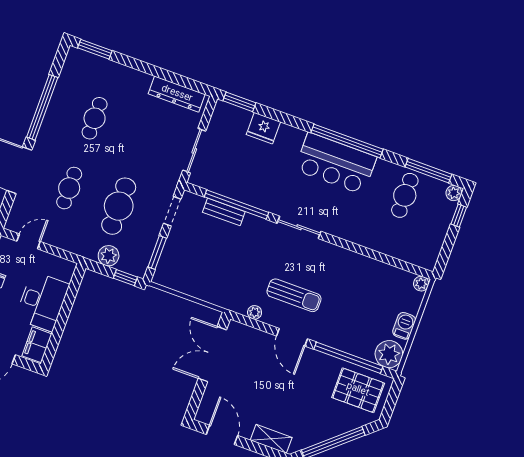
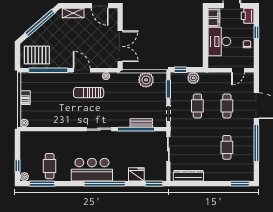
window: (347, 141) -> (105, 184), moved
cafe table: (119, 206) -> (197, 106), width x0.73, depth x0.74
plant: (389, 354) -> (146, 80), moved

